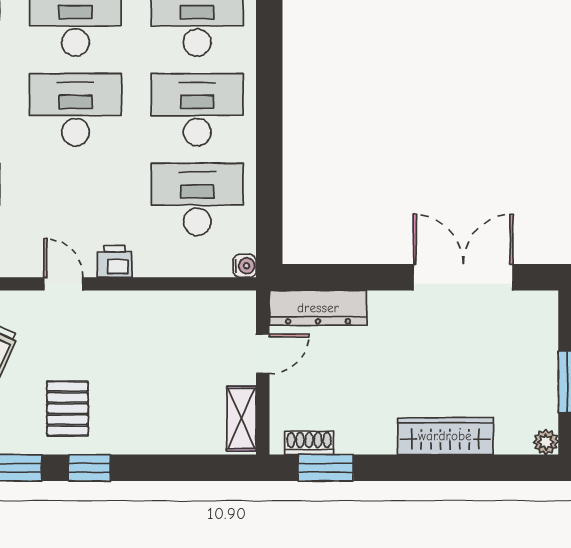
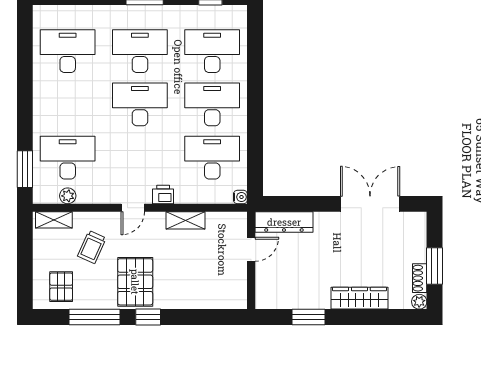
door: (63, 284) -> (133, 208), swing flipped
pallet: (67, 409) -> (135, 282), width x1.50, depth x1.42
shelving: (242, 419) -> (185, 220), moved, turned 90
shoe rack: (309, 443) -> (420, 278), moved, turned -90
window: (326, 468) -> (309, 317), moved

